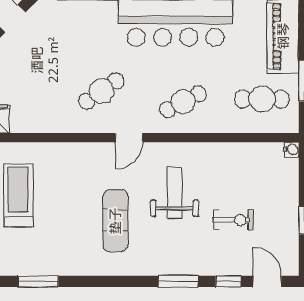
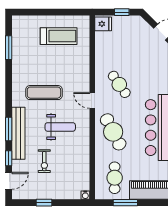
cafe table: (183, 102) -> (113, 132), width x1.37, depth x1.35
bench: (186, 265) -> (18, 133), added

